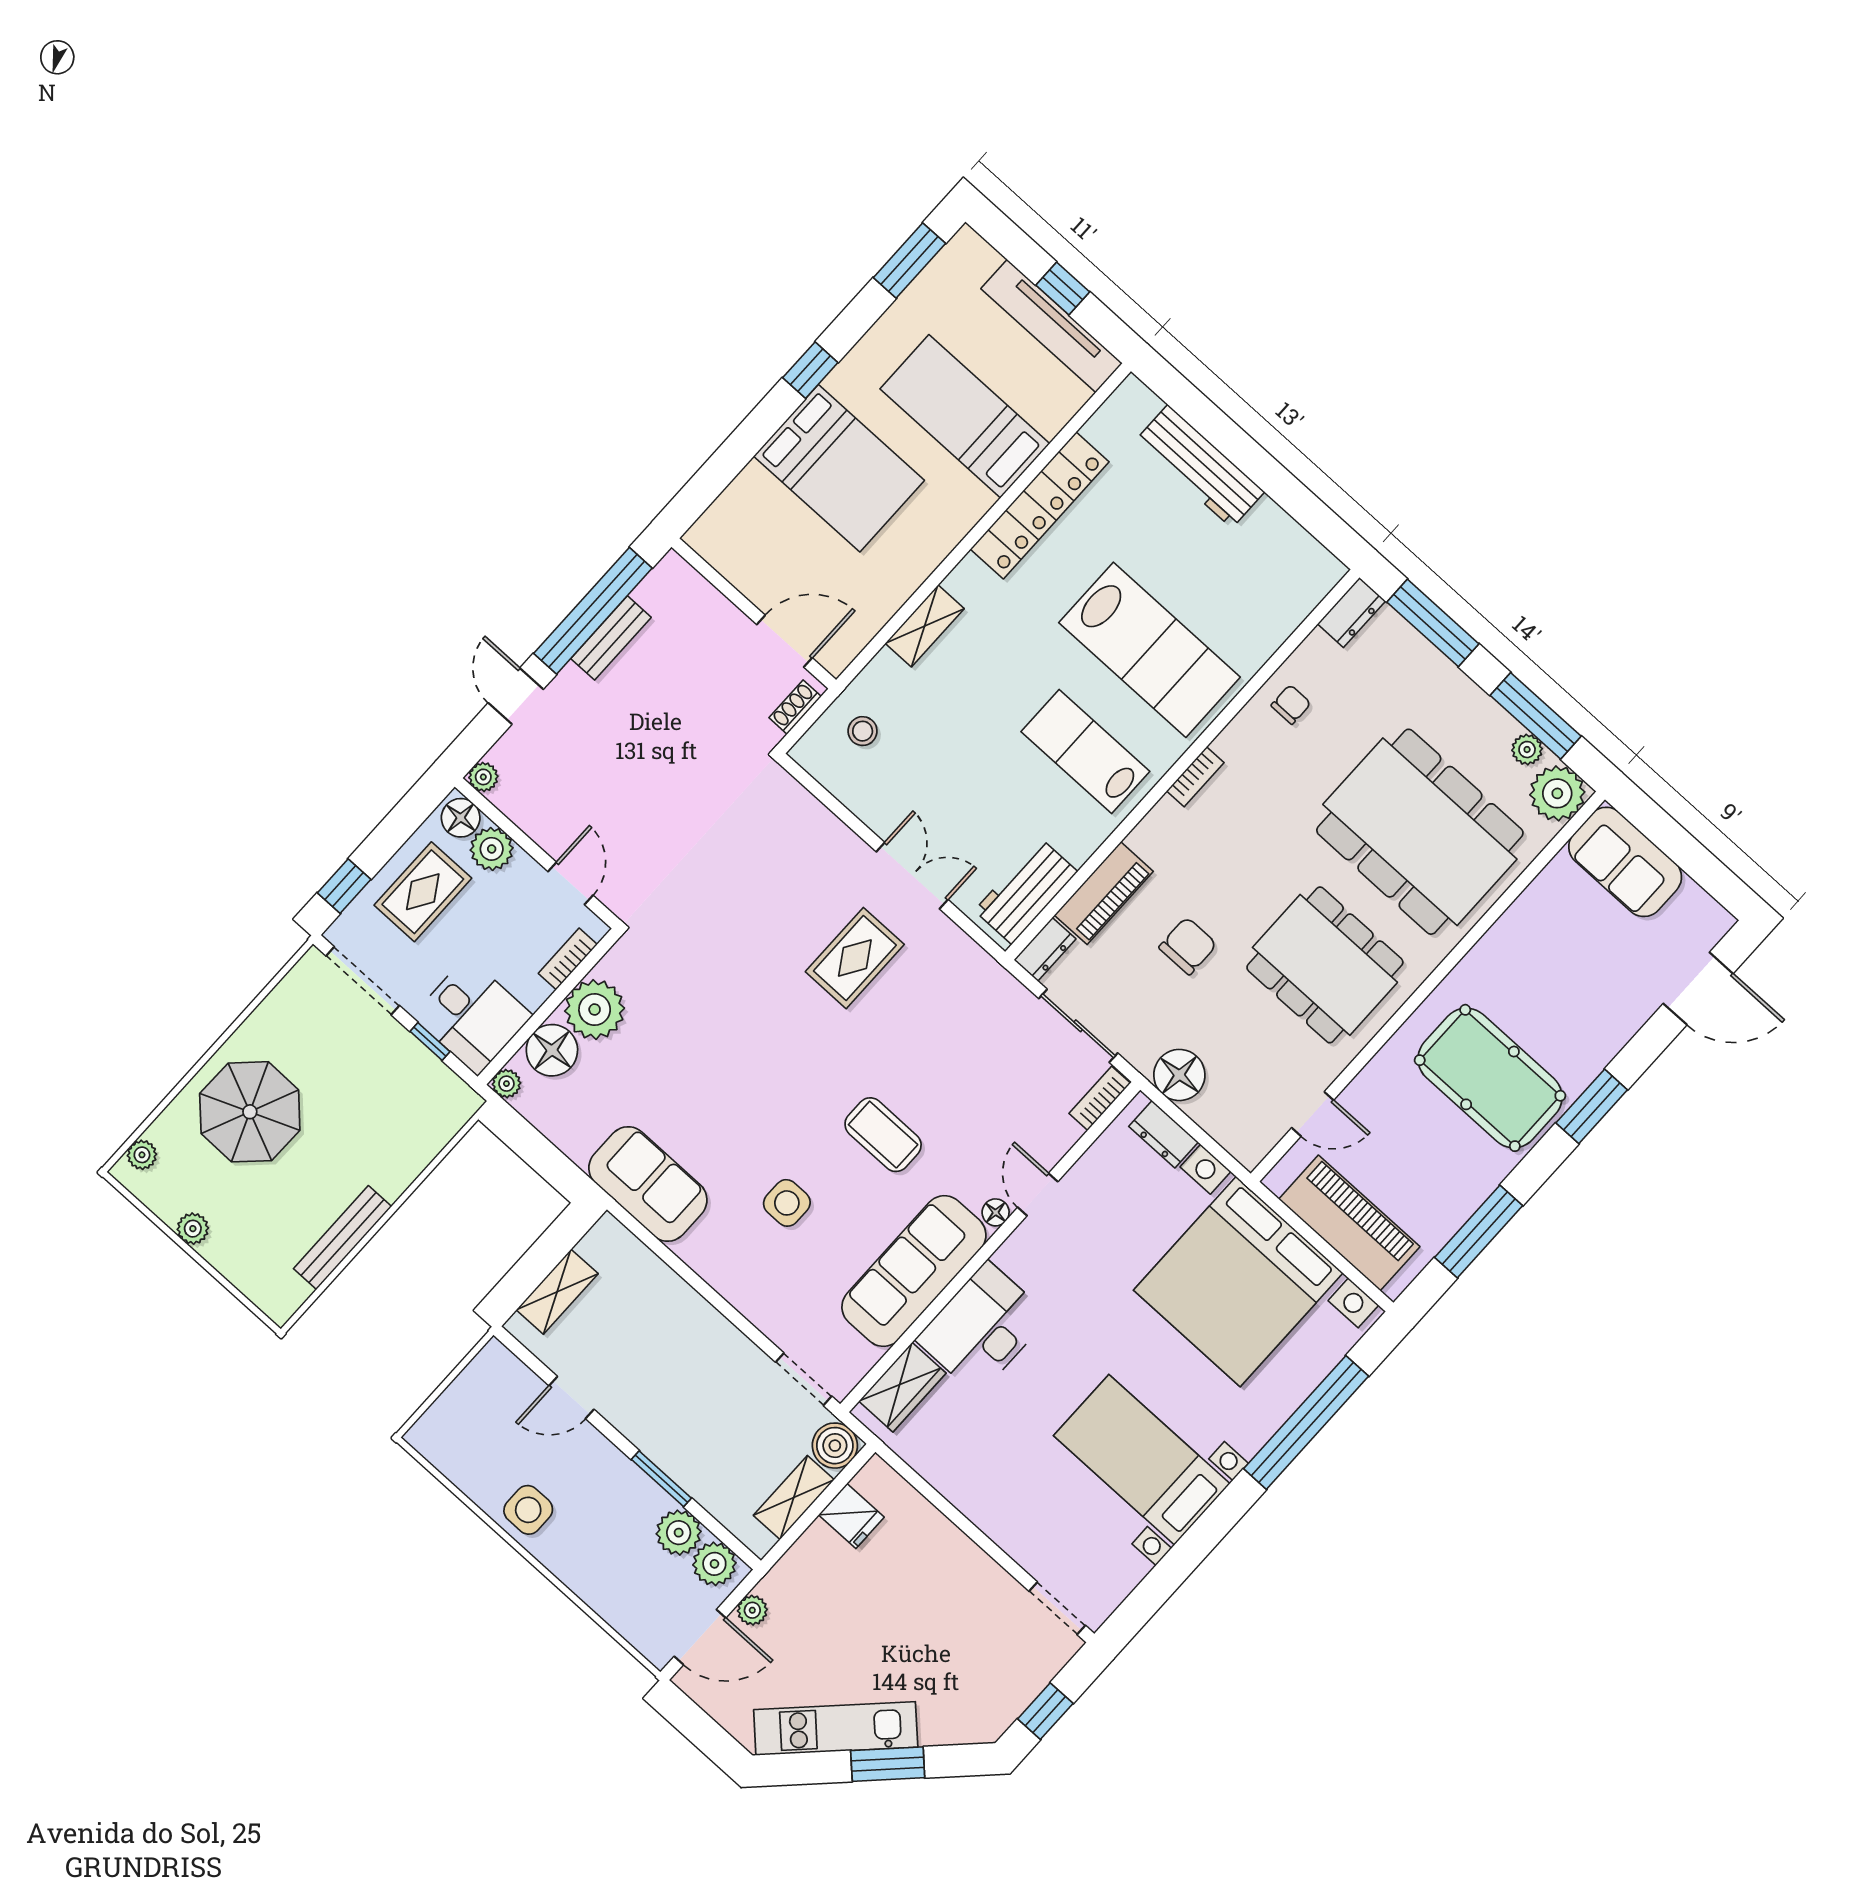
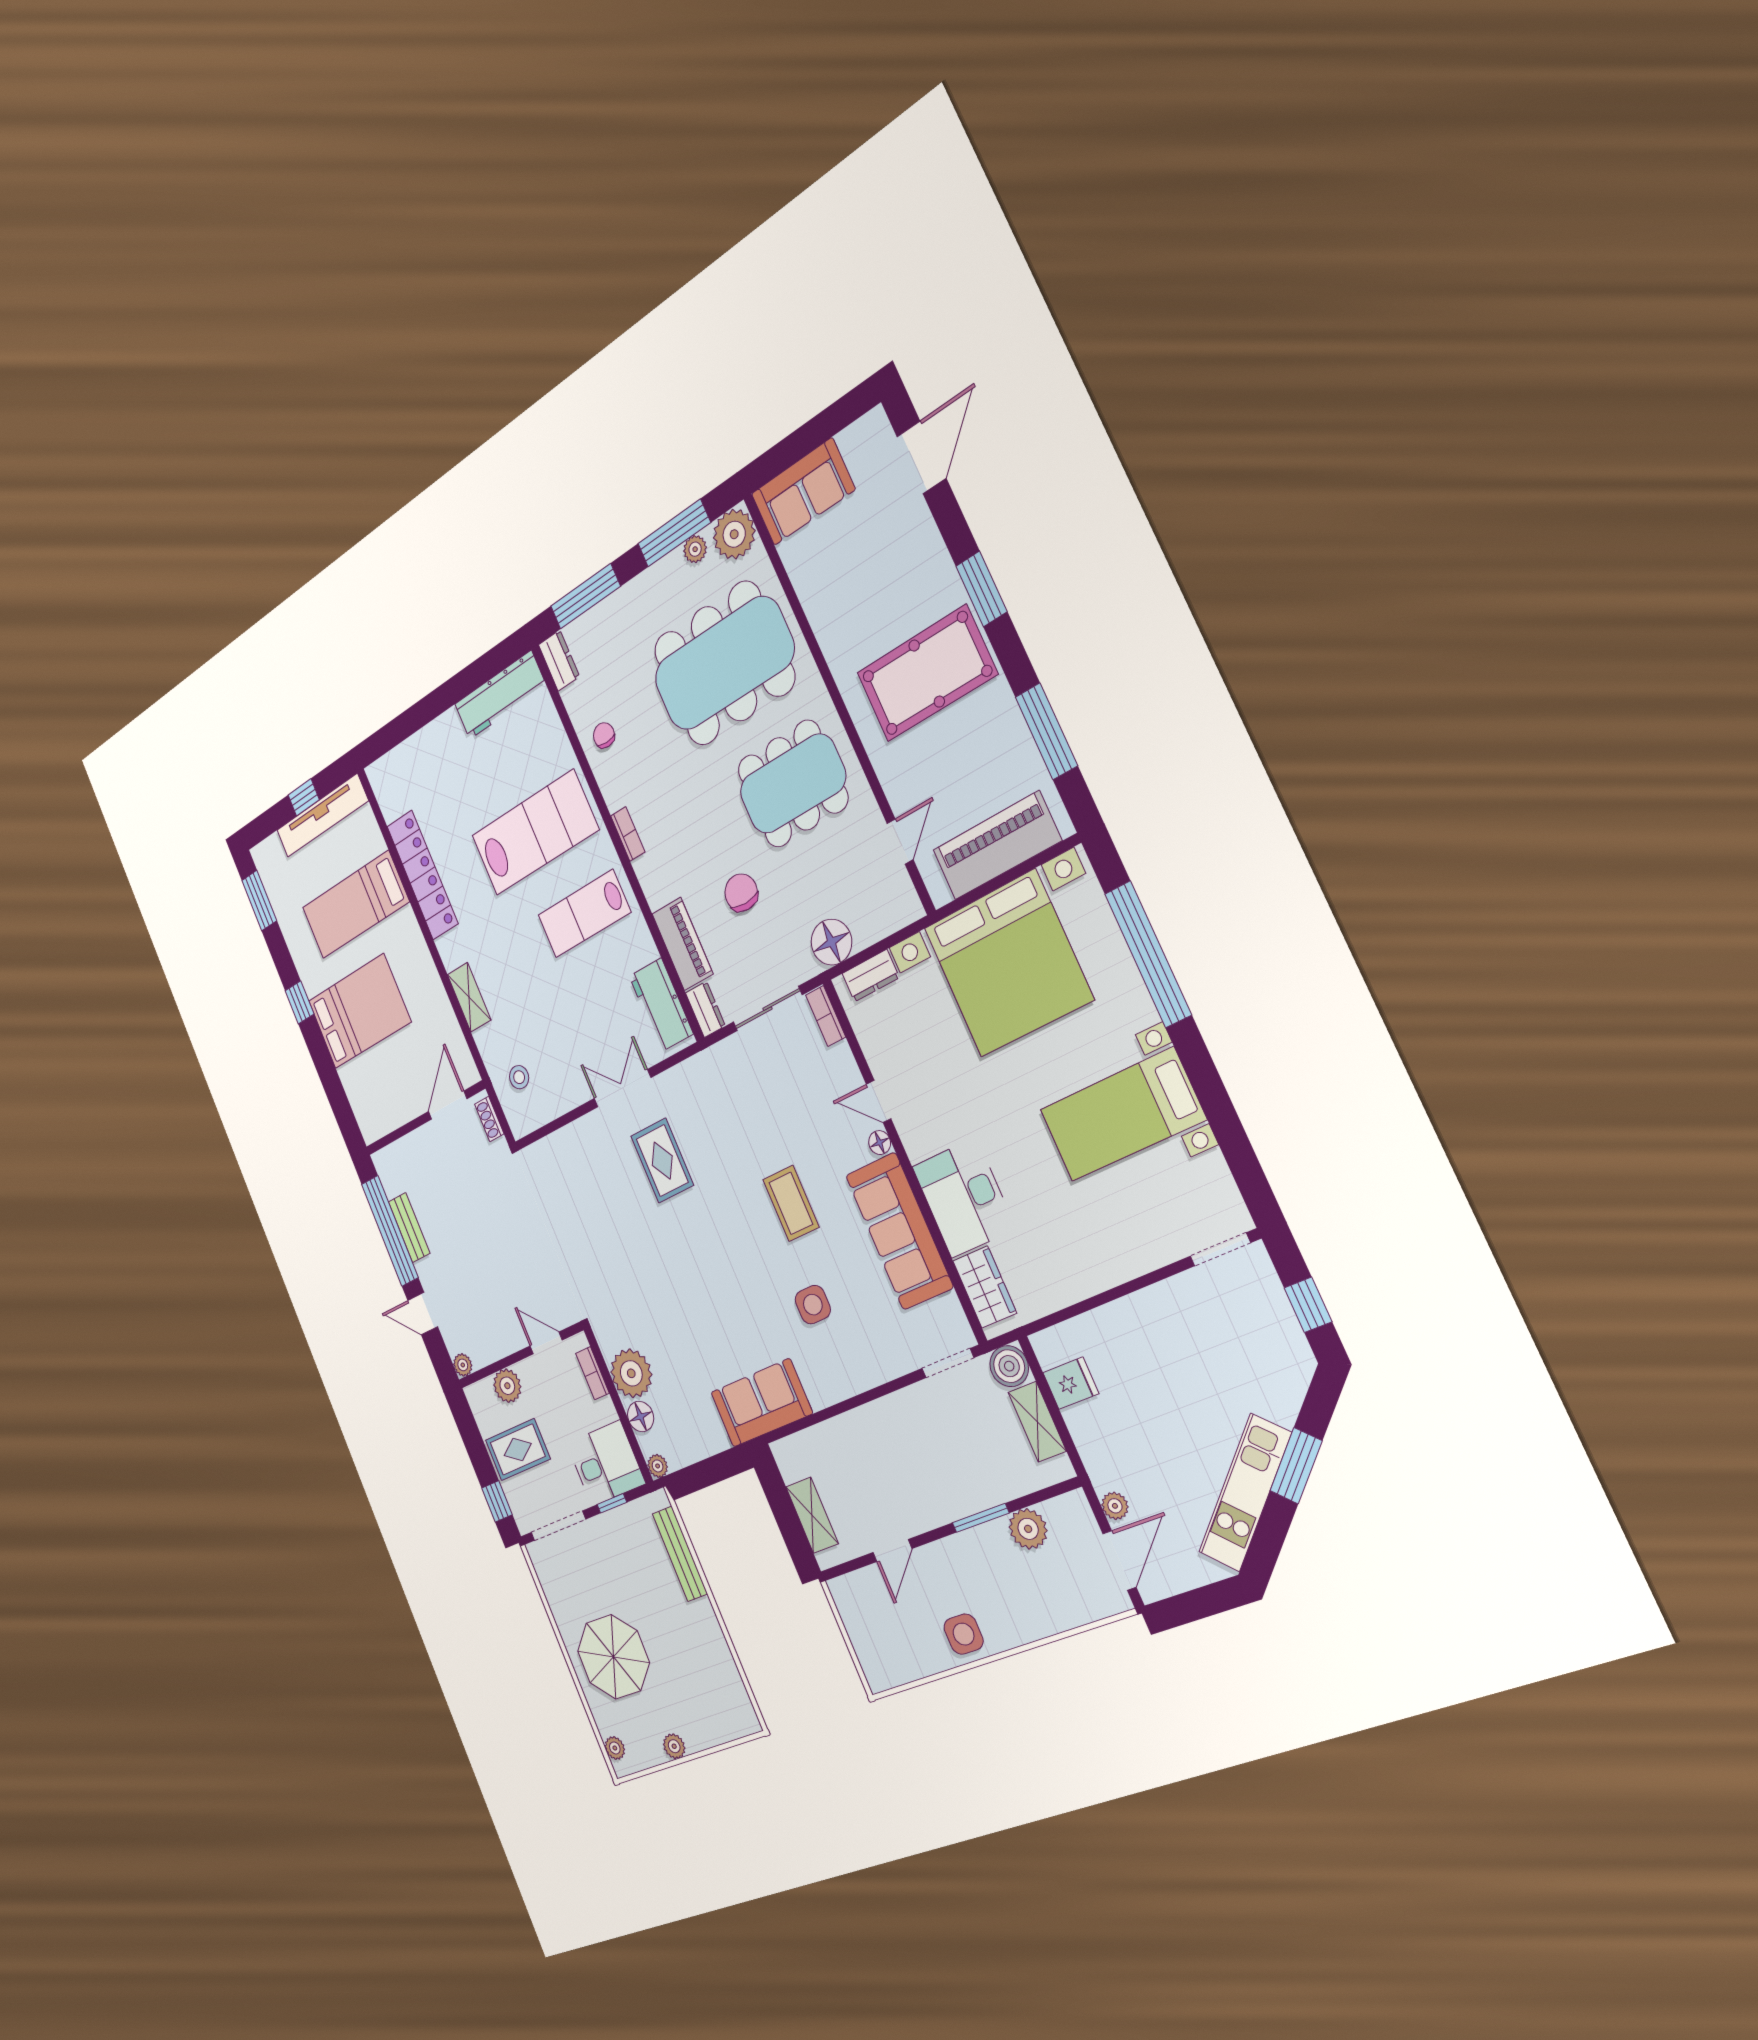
workbench: (1200, 466) -> (500, 695), moved
floor lamp: (461, 818) -> (482, 1396), removed
rug: (423, 892) -> (518, 1450), turned 90
floor lamp: (552, 1050) -> (641, 1416), width x0.73, depth x0.73
coffee table: (883, 1135) -> (791, 1203), turned 90
bench: (342, 1238) -> (680, 1554), moved
plant: (714, 1564) -> (1065, 1515), removed

